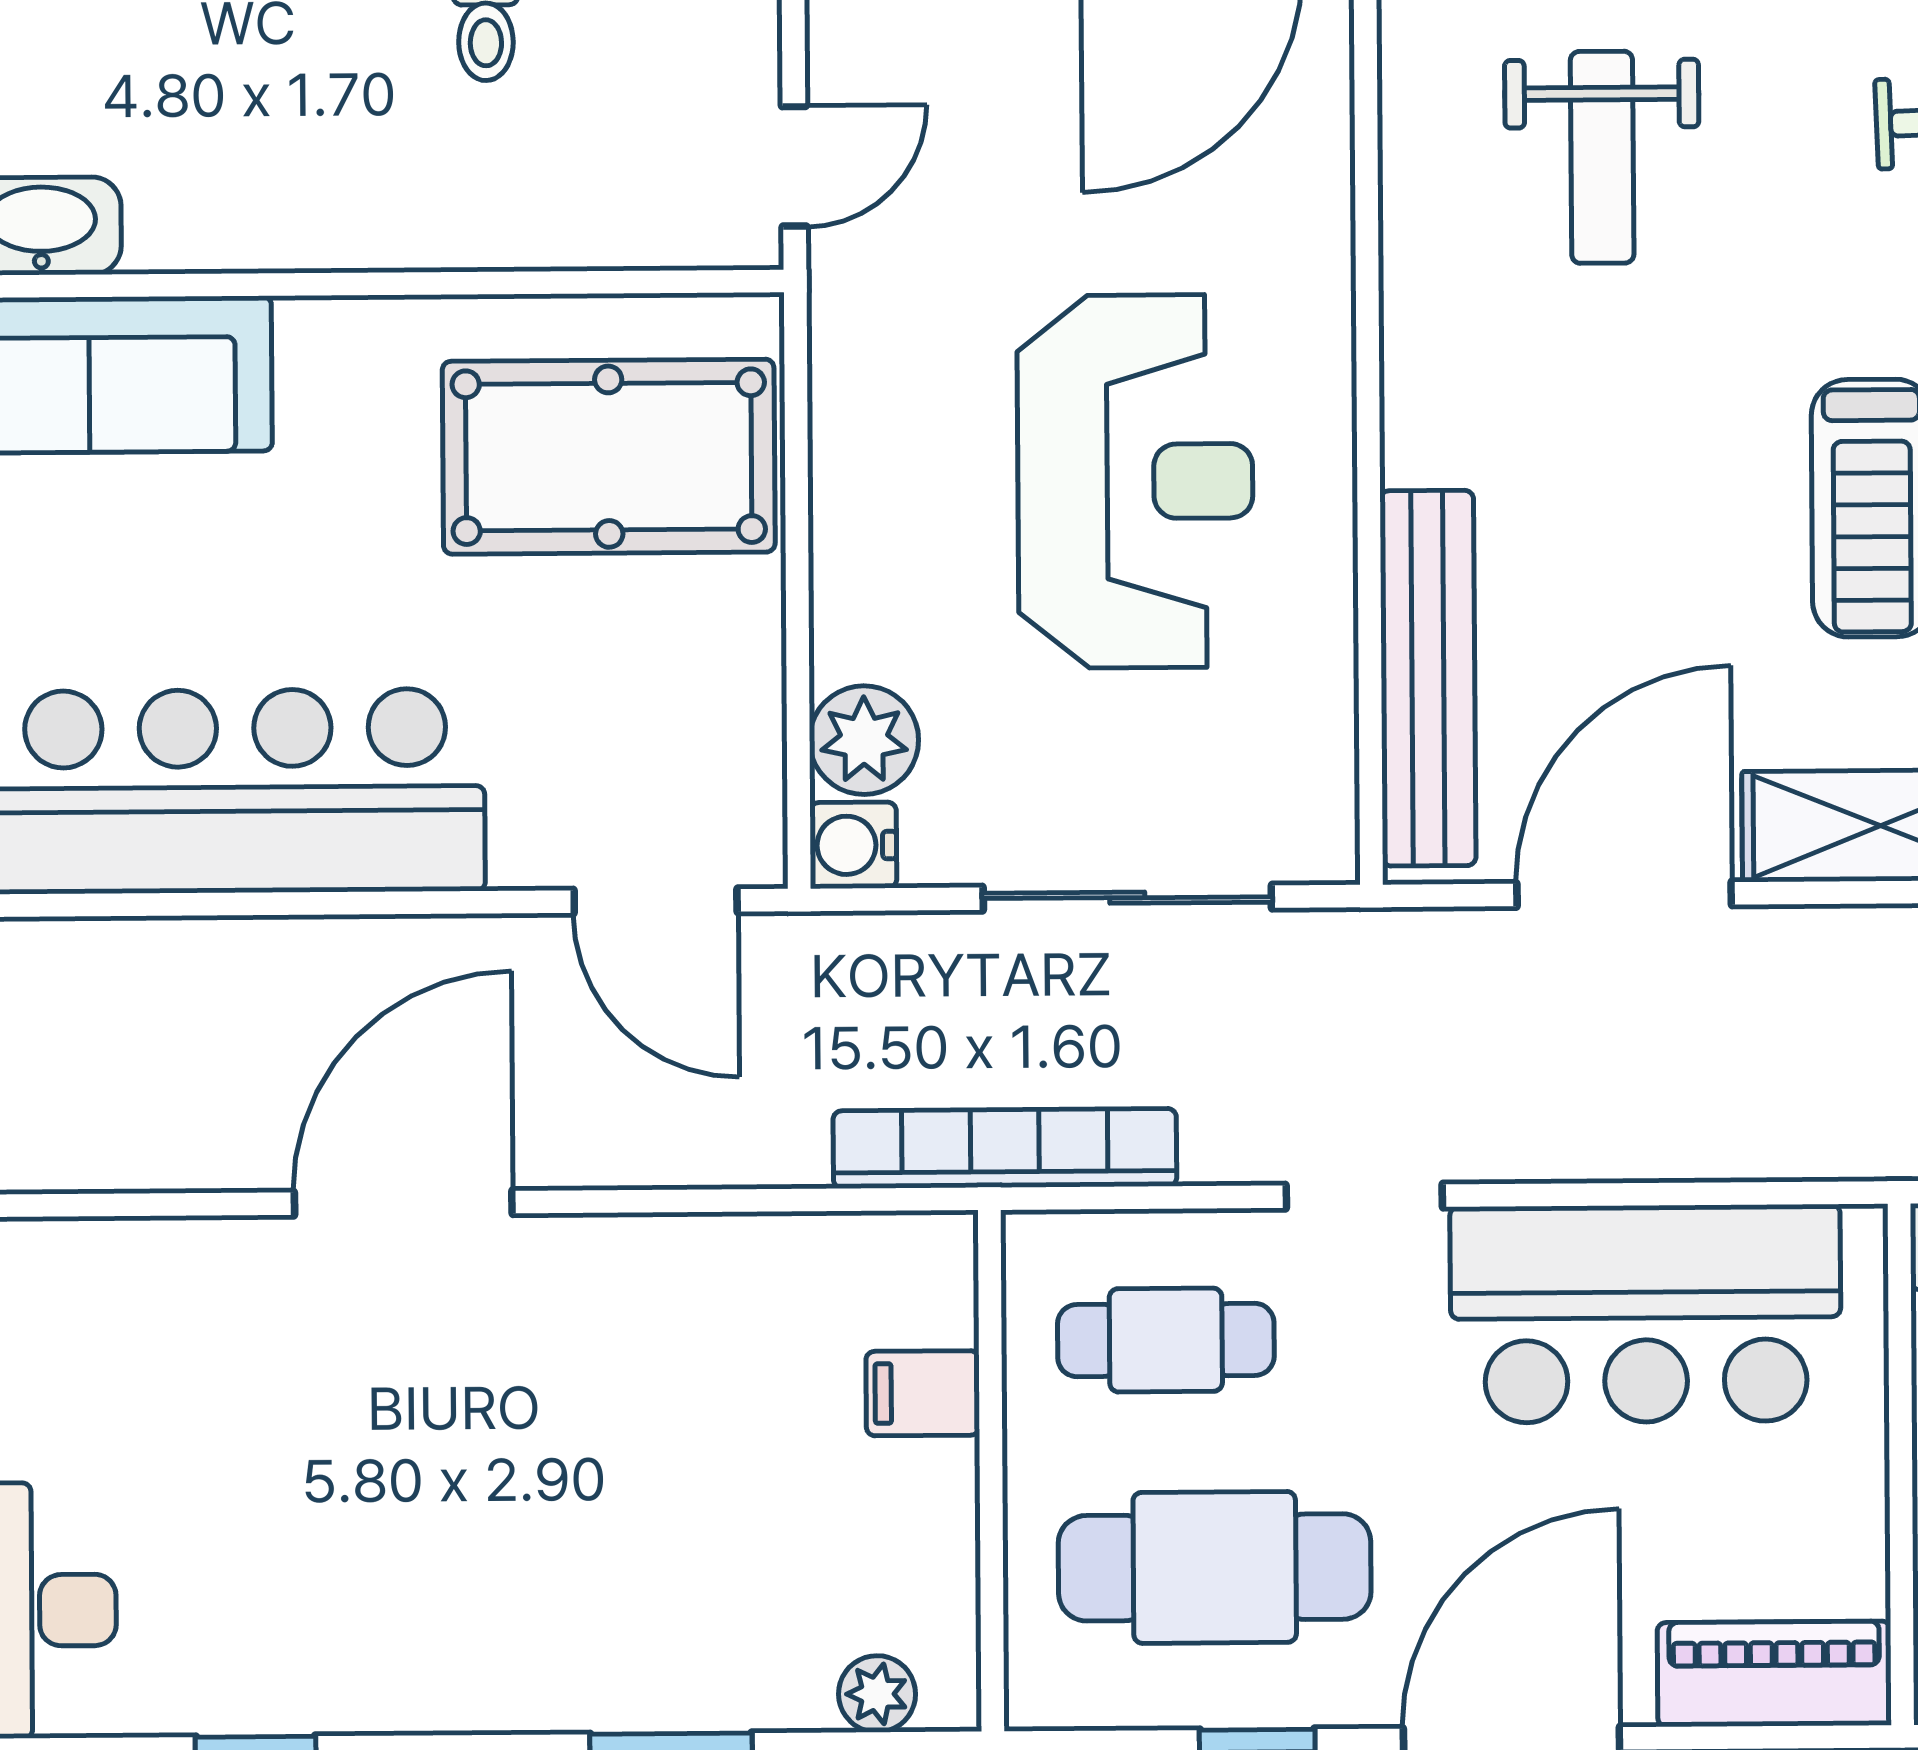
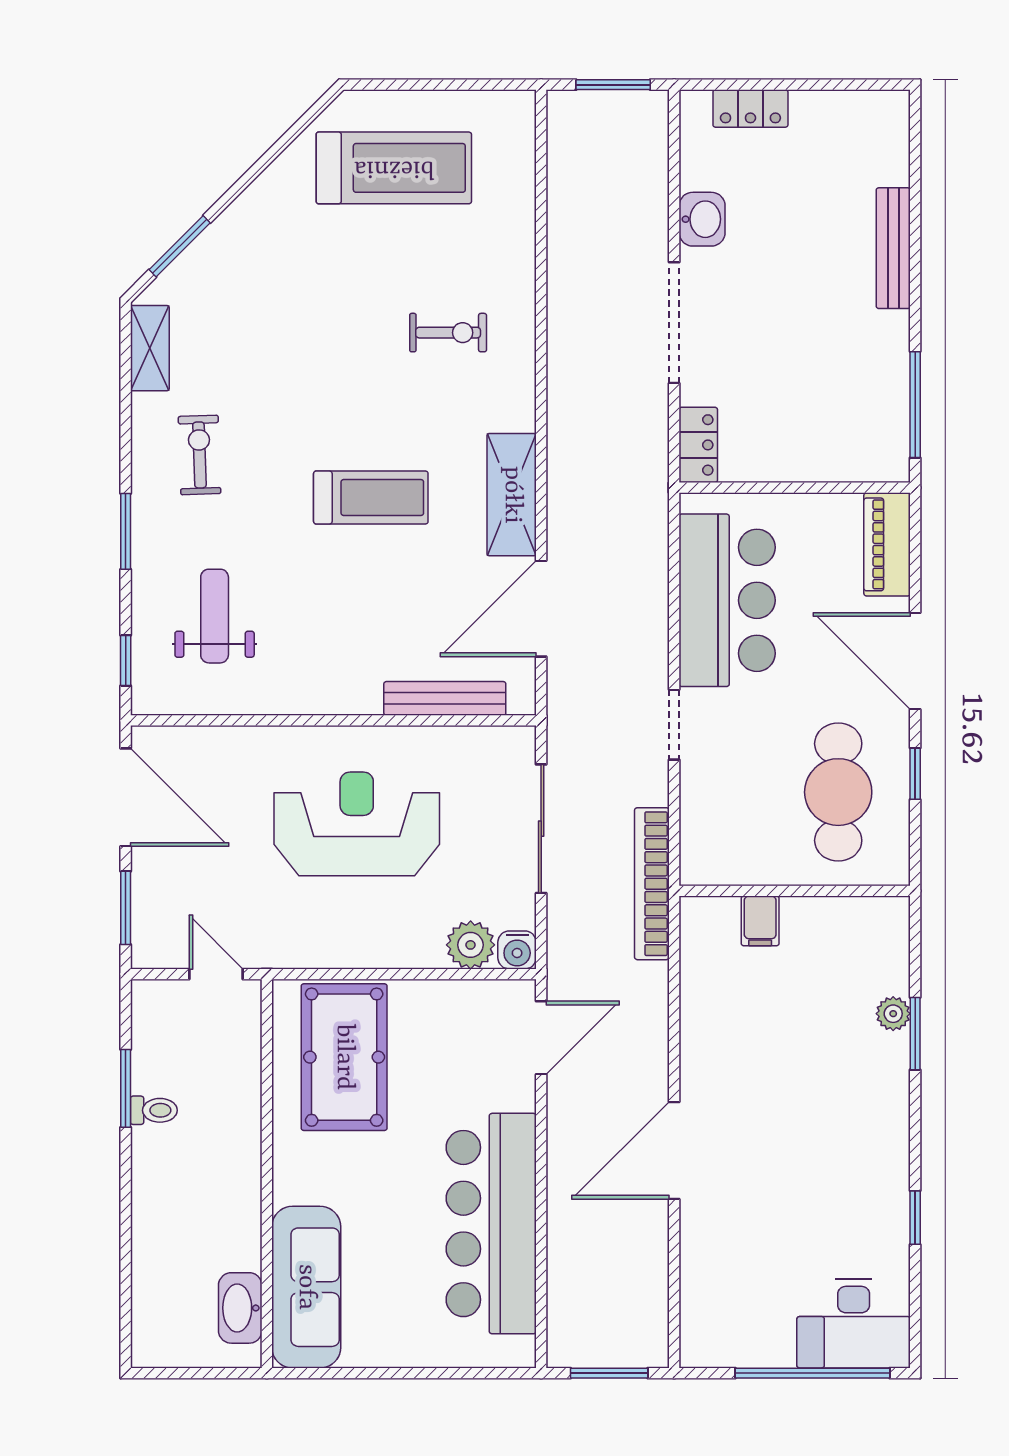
weight bench: (1602, 157) -> (215, 616), turned -90
bench: (1428, 678) -> (445, 698), width x0.73, depth x0.82
door: (1624, 894) -> (541, 609), hinge flipped
door: (403, 1203) -> (674, 1150), hinge flipped
cafe table: (1166, 1340) -> (737, 813), removed
plant: (877, 1694) -> (893, 1014), moved

